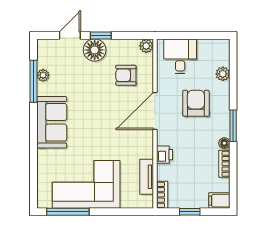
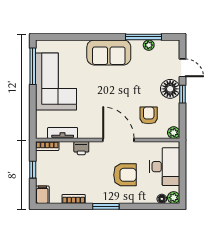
desk: (180, 56) -> (165, 167), width x1.37
plant: (223, 74) -> (174, 198), moved
floor lamp: (224, 143) -> (162, 199), moved

